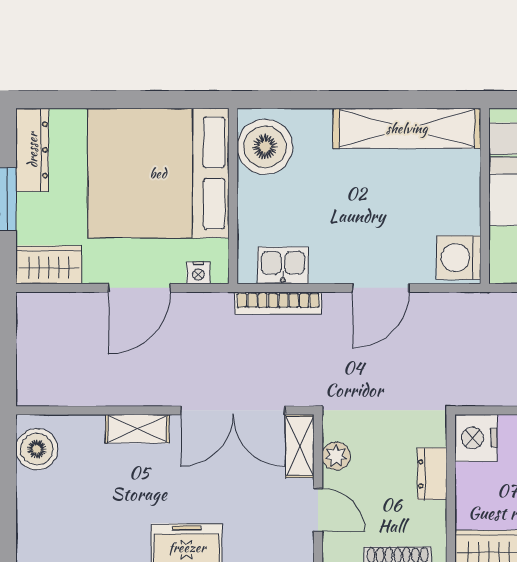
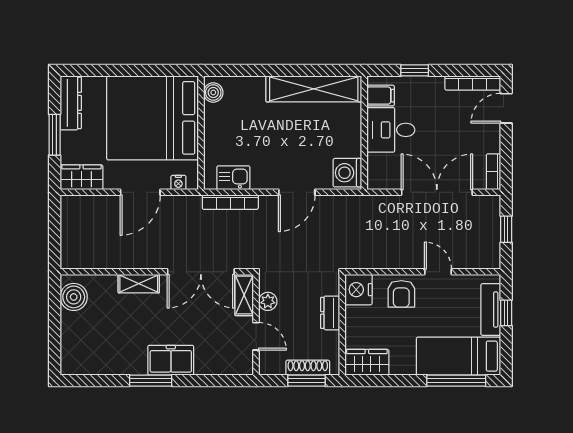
boiler: (265, 147) -> (213, 92), width x0.54, depth x0.54

